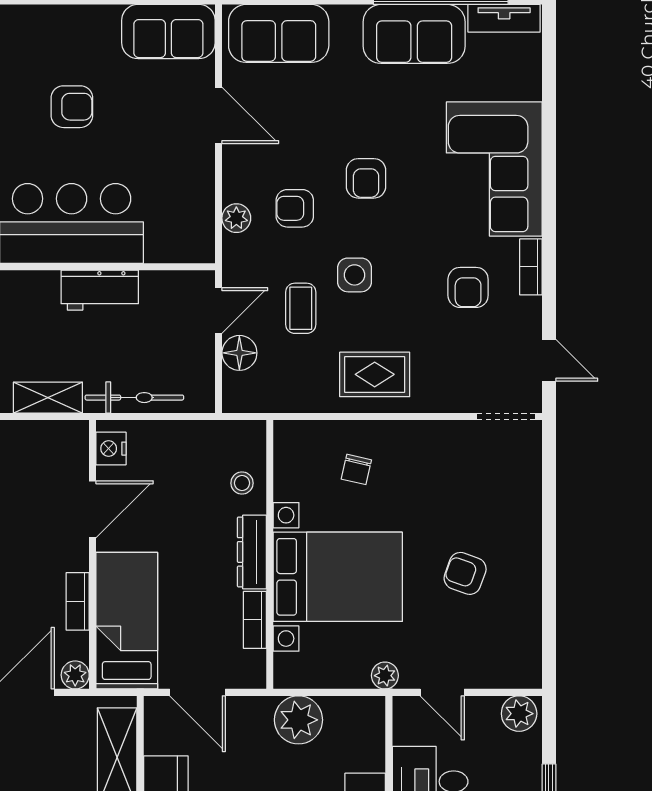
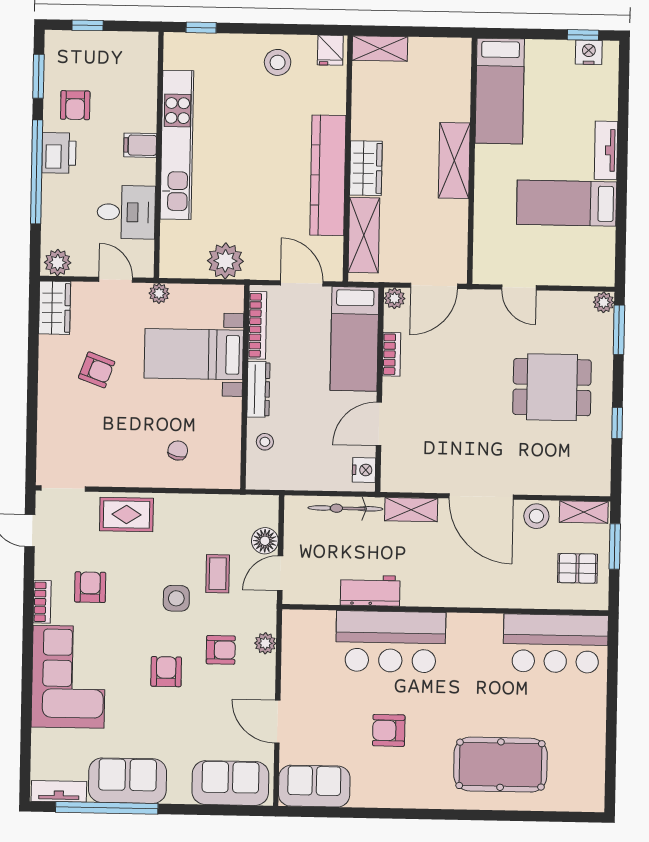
rug: (375, 374) -> (126, 514), moved
bed with nightstands: (338, 577) -> (194, 354), width x0.73
bookcase: (255, 620) -> (257, 325), width x1.56
wardrobe: (522, 654) -> (55, 308), added

